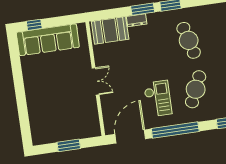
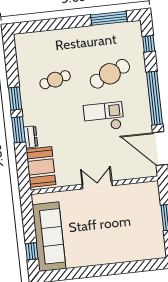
cafe table: (189, 40) -> (55, 80), width x0.73, depth x0.74
cafe table: (196, 89) -> (110, 74), turned -48
checkout: (158, 99) -> (104, 117), moved

